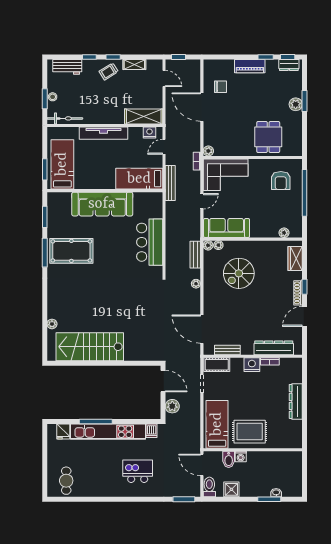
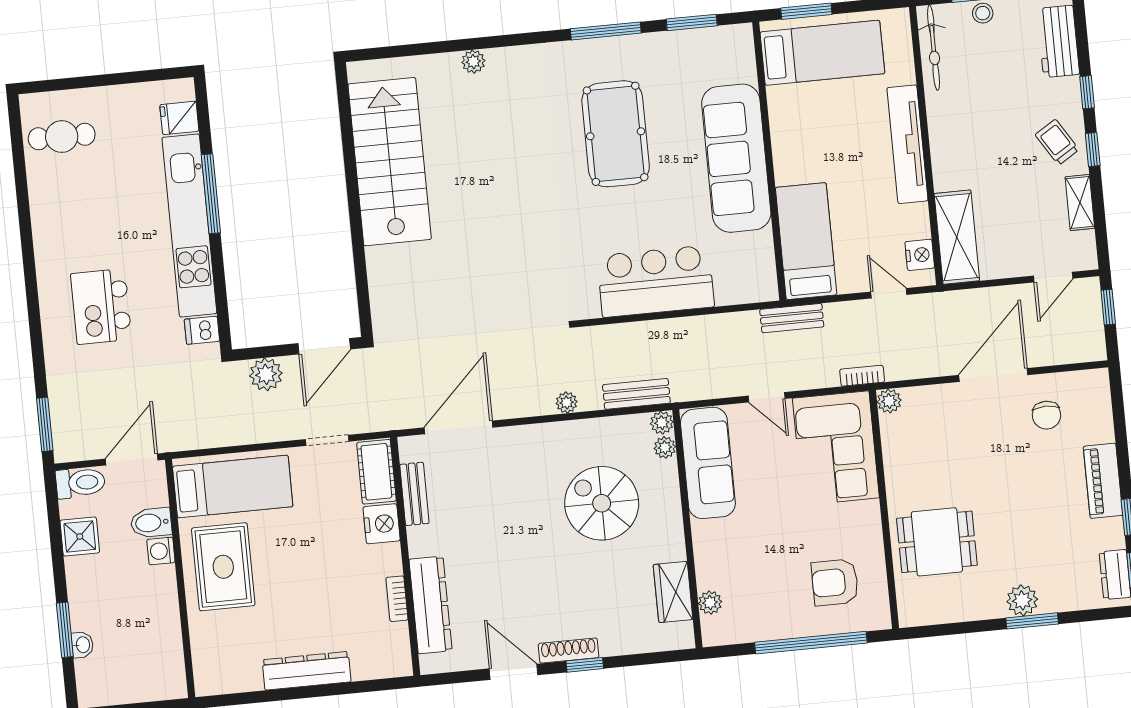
bench: (170, 183) -> (792, 318), width x0.73
pool table: (71, 251) -> (616, 134), moved
wardrobe: (295, 258) -> (673, 592), moved, turned -90
plant: (52, 324) -> (473, 62), moved
nightstand: (252, 365) -> (382, 524), moved
kitchen island: (138, 471) -> (101, 307), turned 180

